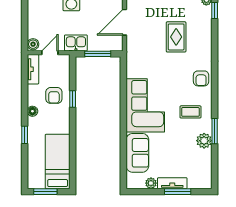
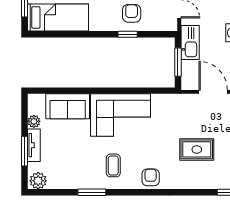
kitchen sink: (76, 43) -> (190, 43), width x1.38
armchair: (201, 78) -> (151, 177), turned 90
armchair: (54, 95) -> (132, 13), turned 90
plant: (204, 141) -> (38, 181), moved

